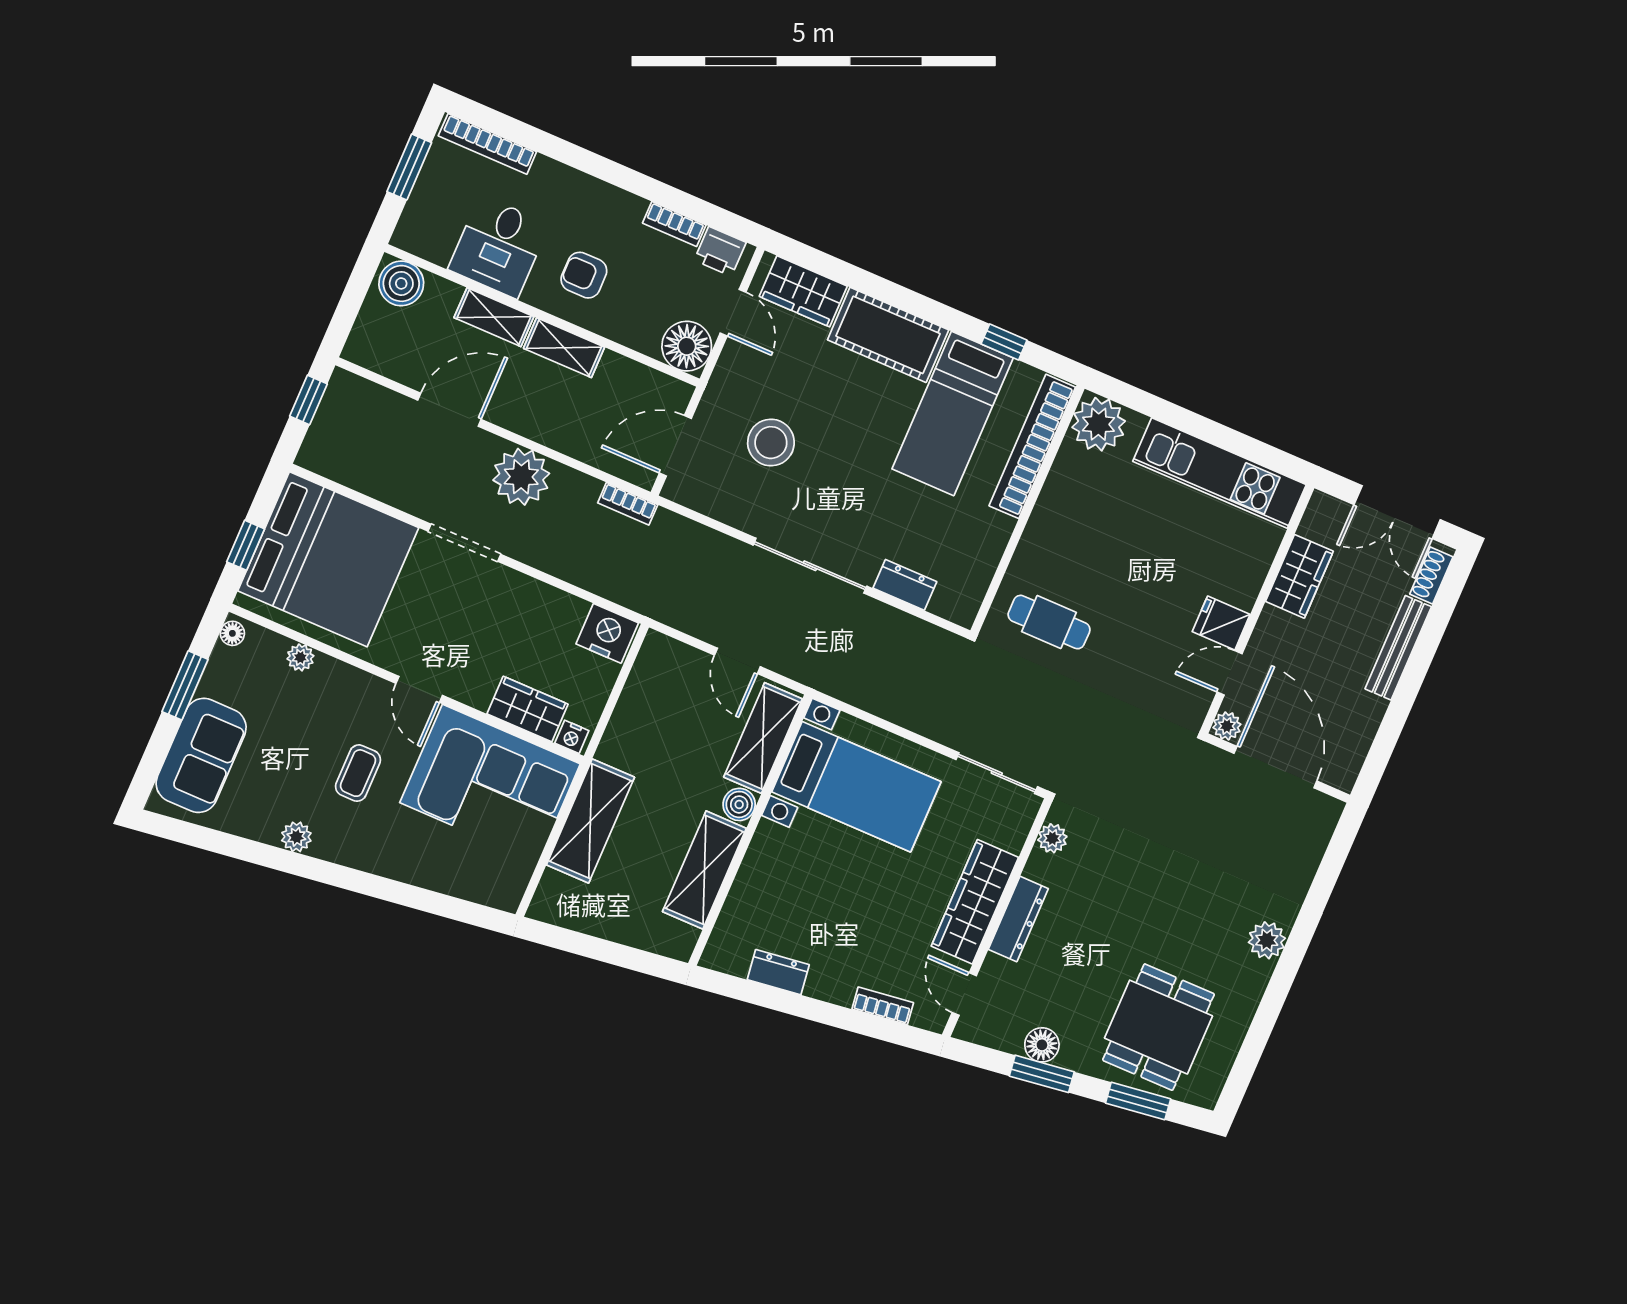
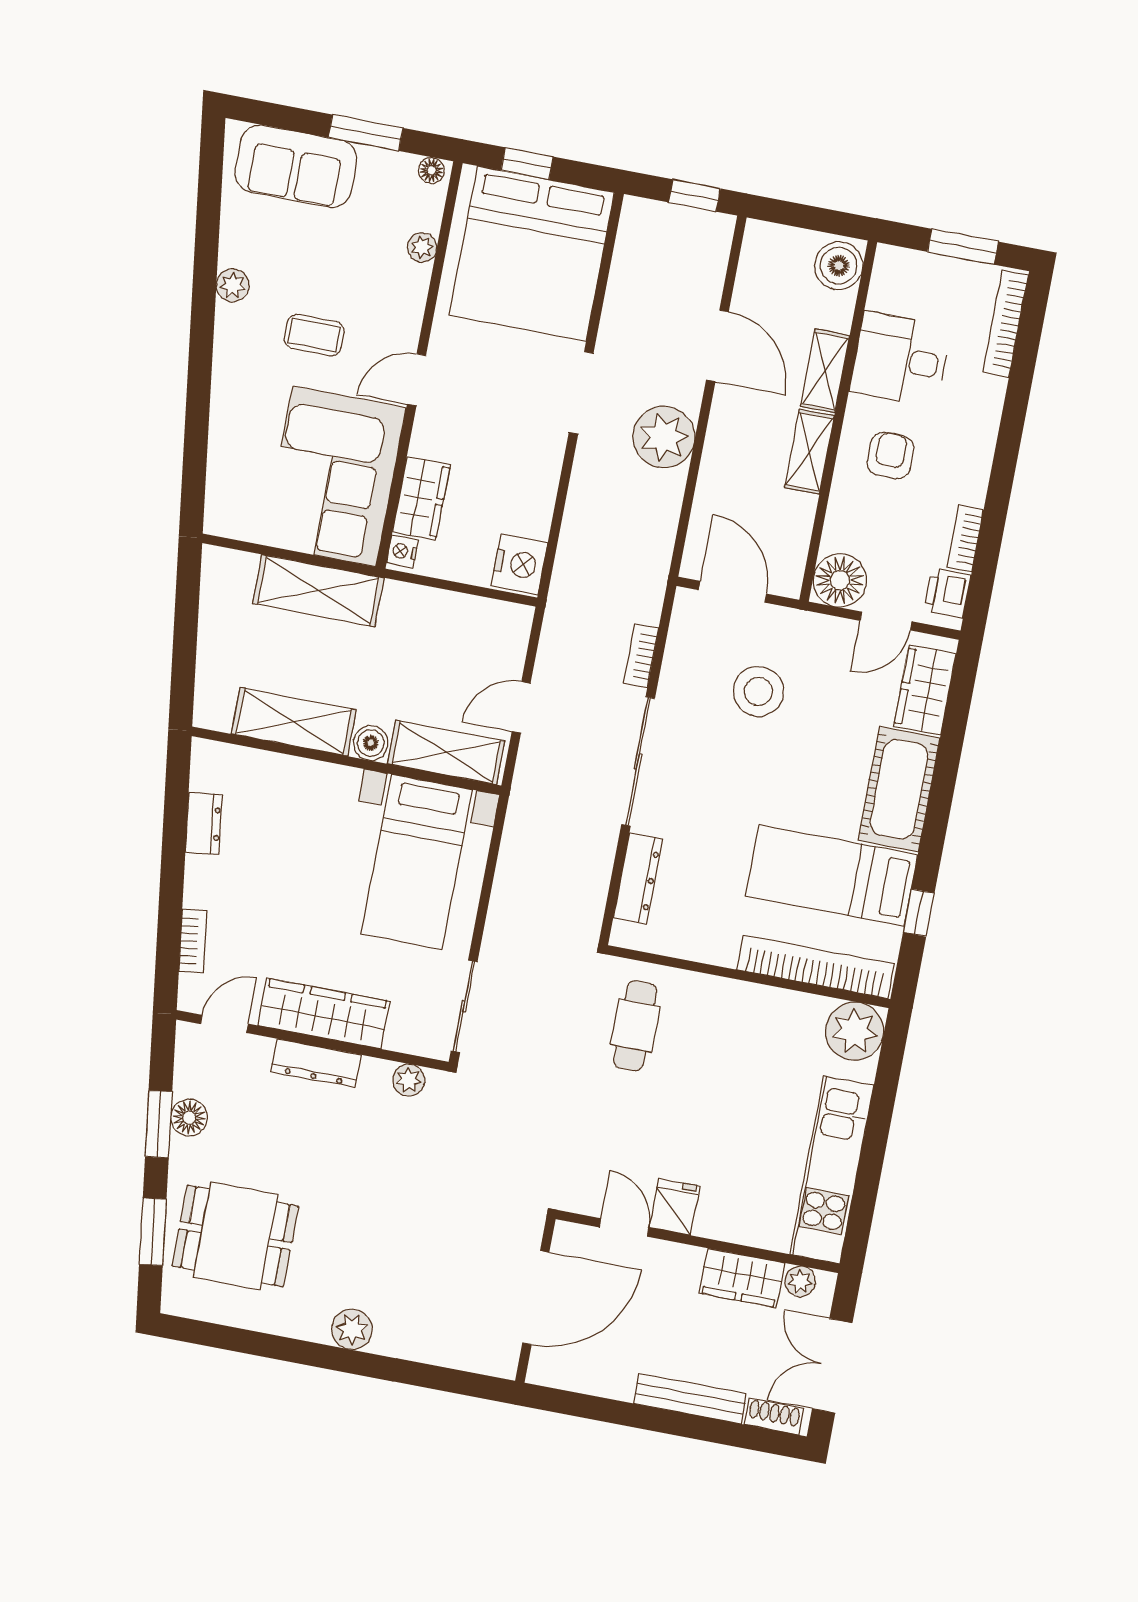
bookcase: (628, 504) -> (641, 656), moved
dresser: (905, 585) -> (638, 879), width x1.44
plant: (1227, 726) -> (800, 1281), moved

